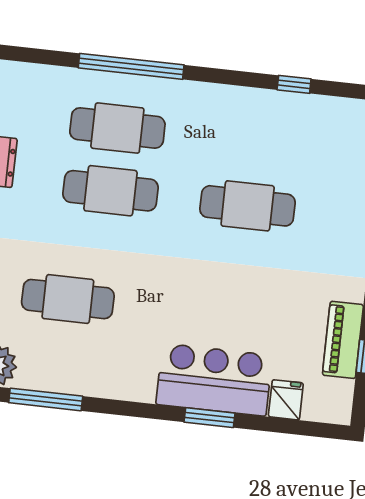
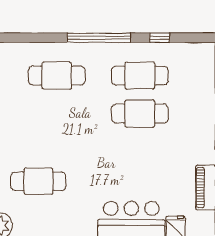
window: (131, 66) -> (99, 38), moved
cafe table: (111, 191) -> (140, 76), moved

